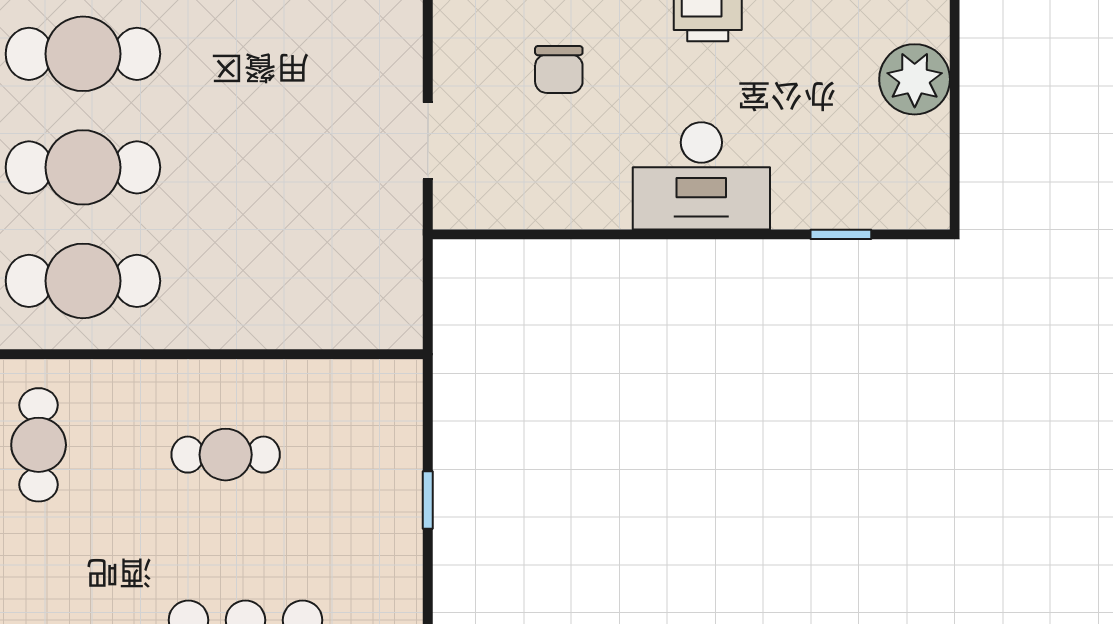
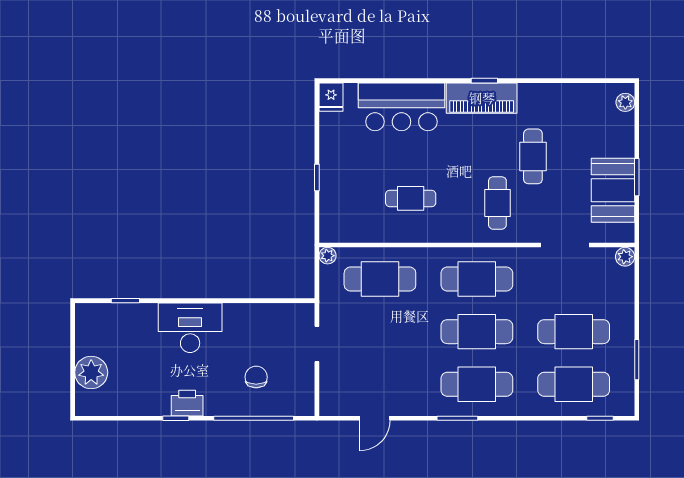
cafe table: (292, 281) -> (380, 279), added
plant: (405, 331) -> (328, 256), added

